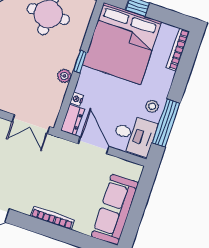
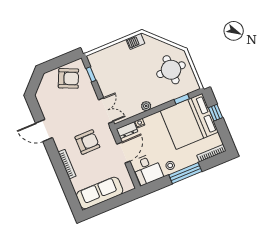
window: (80, 62) -> (182, 99), moved
window: (166, 123) -> (185, 173), moved
double door: (31, 124) -> (106, 111), swing flipped
armchair: (48, 174) -> (87, 142), added

